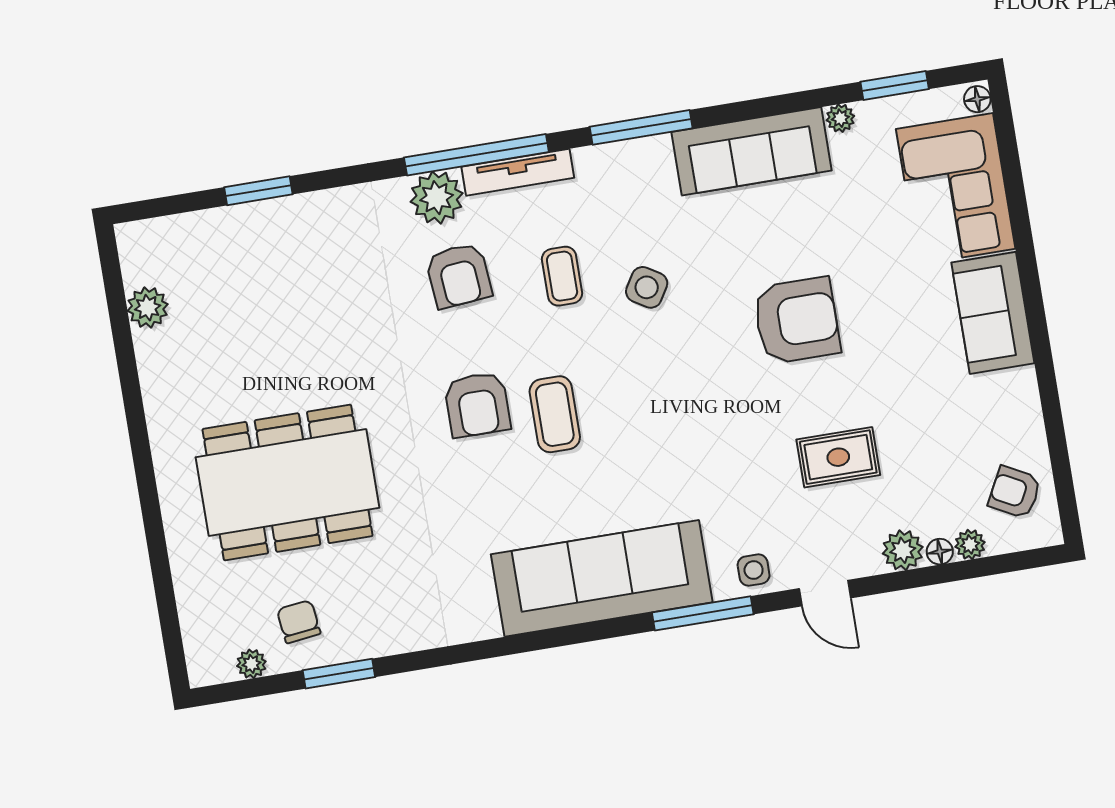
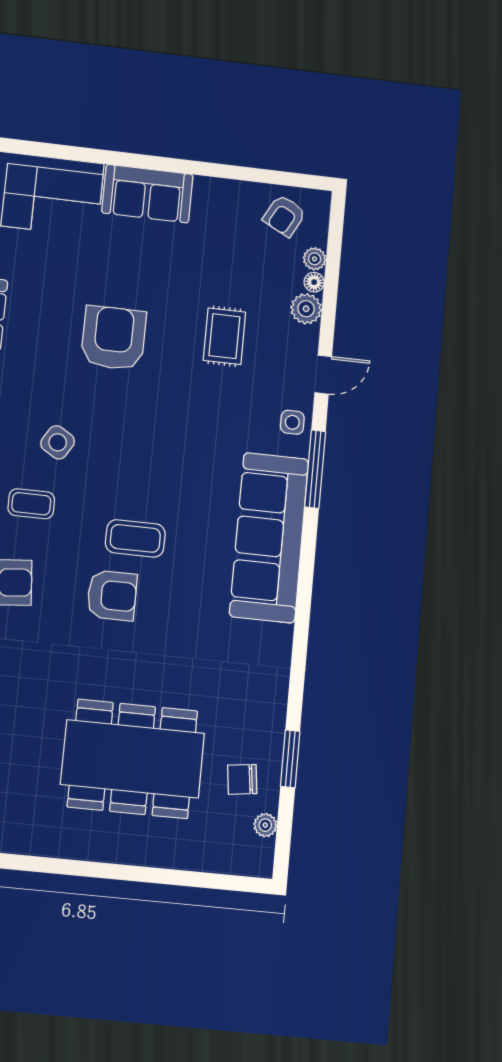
dining table: (288, 483) -> (133, 759), turned 90

